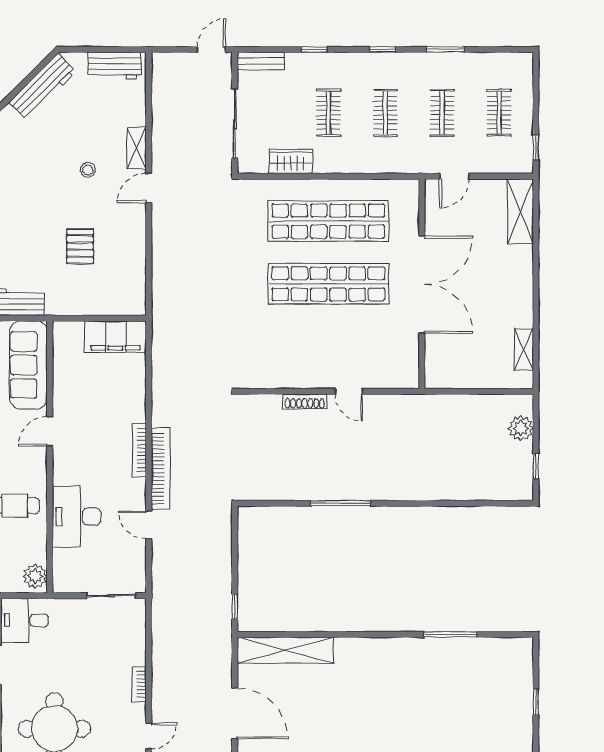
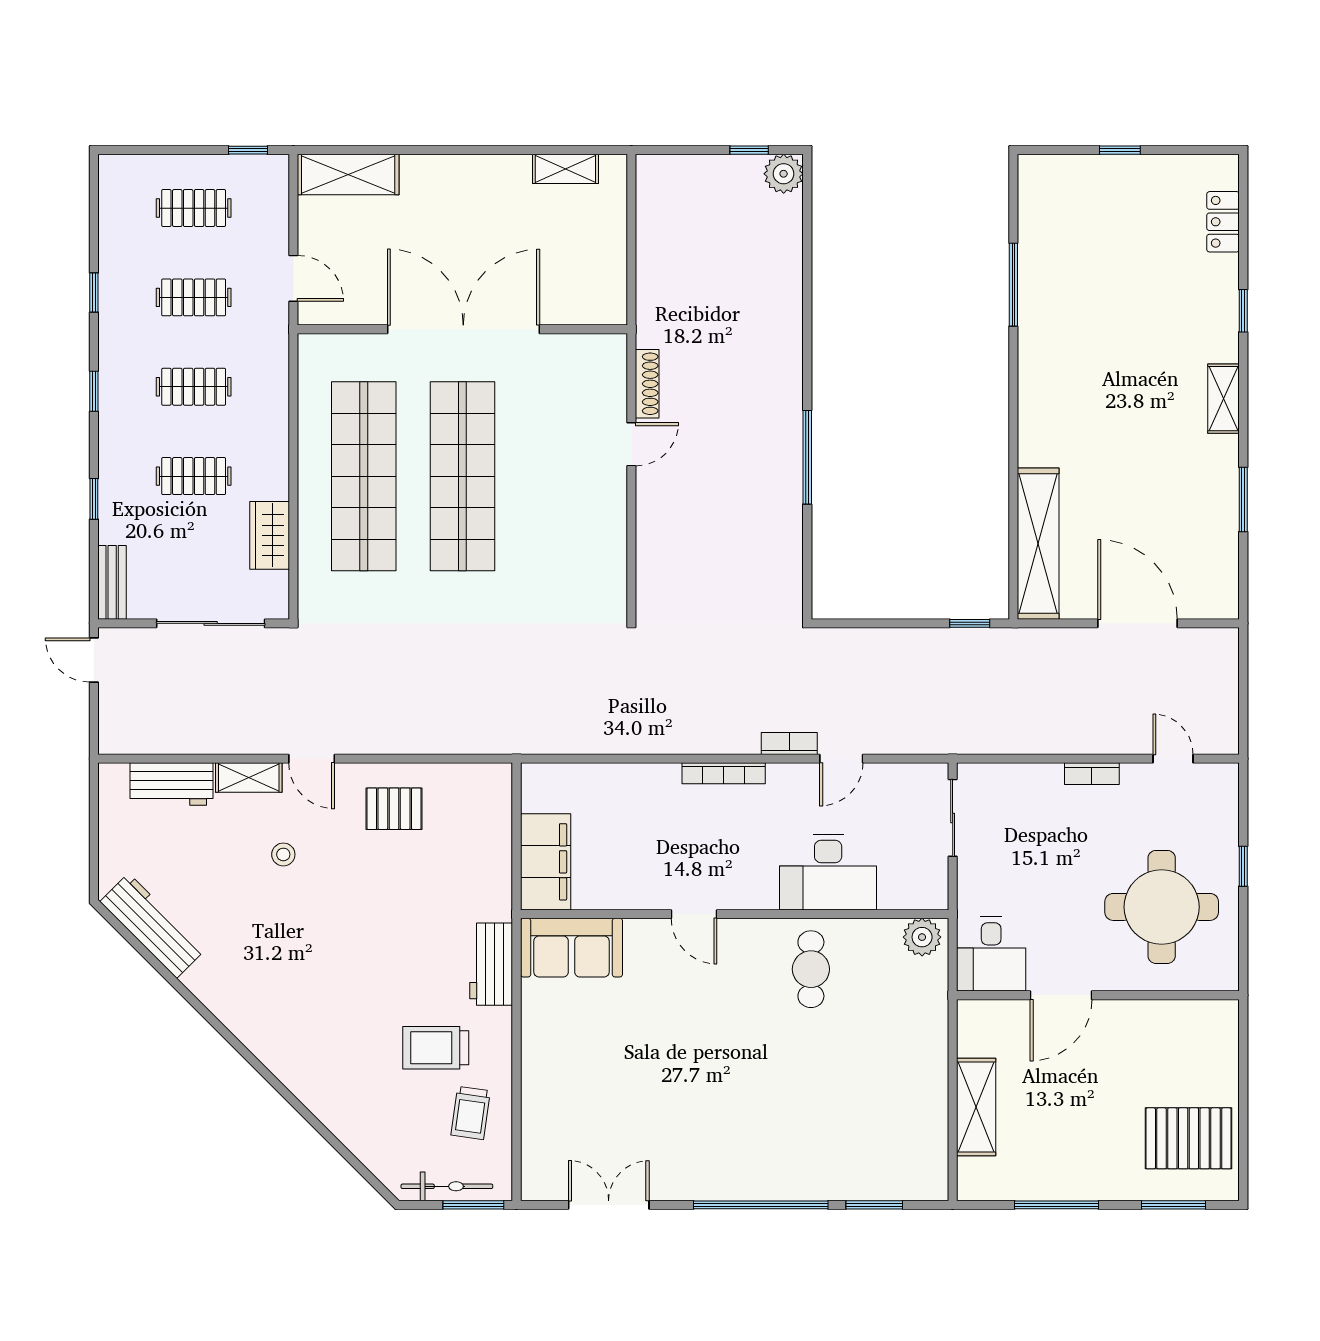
window: (445, 49) -> (94, 292), width x0.67
workbench: (115, 66) -> (172, 784), moved, turned 90
pallet: (80, 246) -> (394, 809), moved
filing cabinet: (116, 337) -> (546, 862), moved
sofa: (28, 365) -> (572, 948), width x0.73
shoe rack: (305, 401) -> (647, 384), moved
plant: (521, 428) -> (784, 174), moved
bookcase: (161, 469) -> (789, 743), width x0.43, depth x0.76
door: (235, 713) -> (1138, 623), hinge flipped

